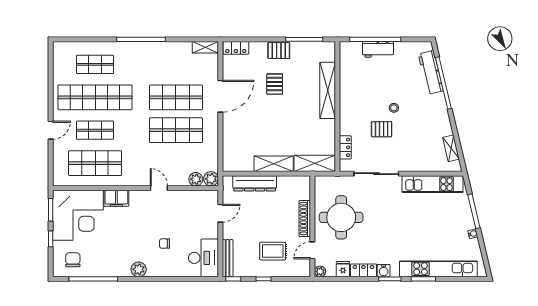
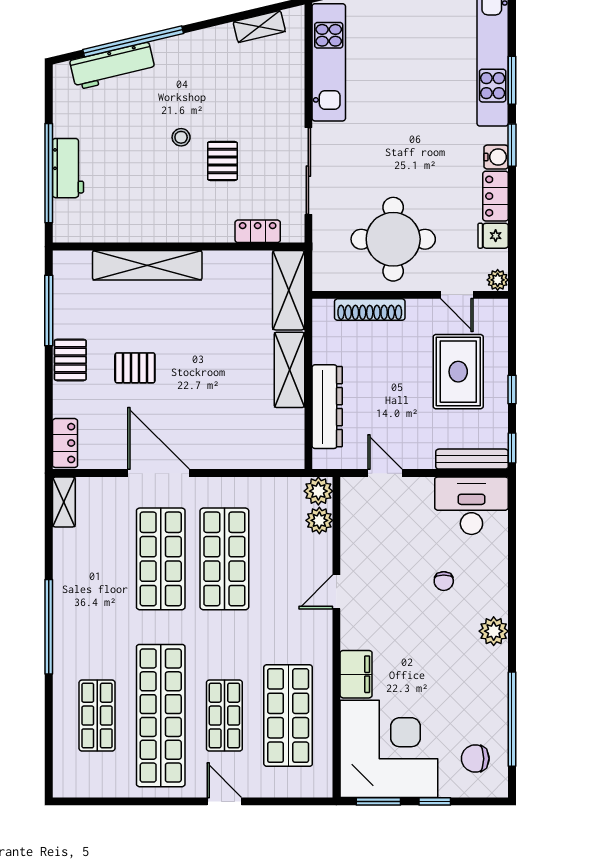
shoe rack: (305, 219) -> (370, 310), moved
rug: (273, 251) -> (458, 372), width x1.36, depth x1.43

